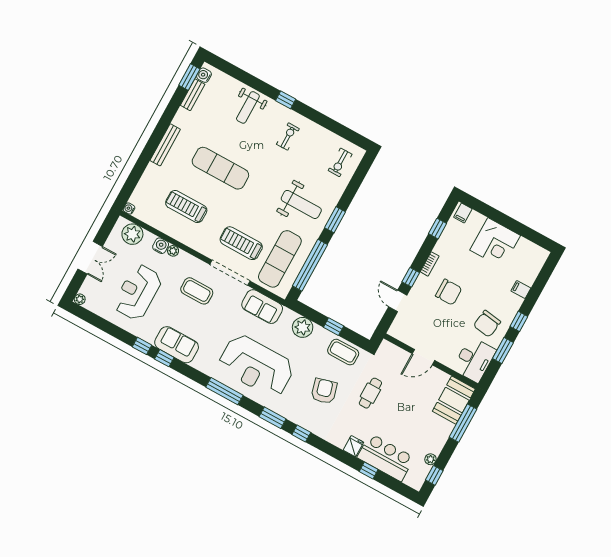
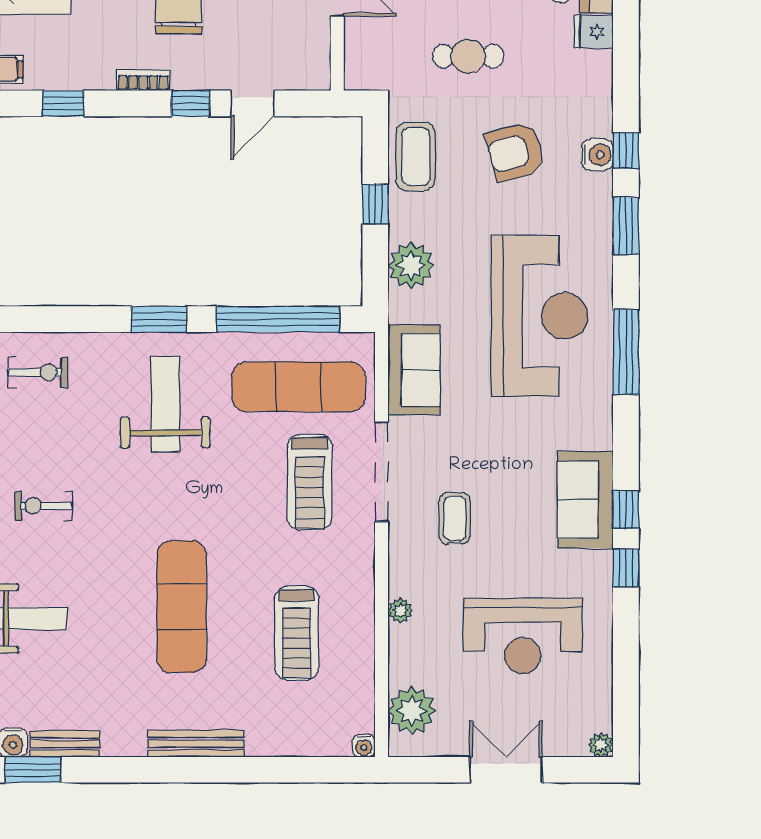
water cooler: (161, 246) -> (597, 155), moved, turned 180
coffee table: (197, 291) -> (455, 518), width x0.73, depth x0.77

